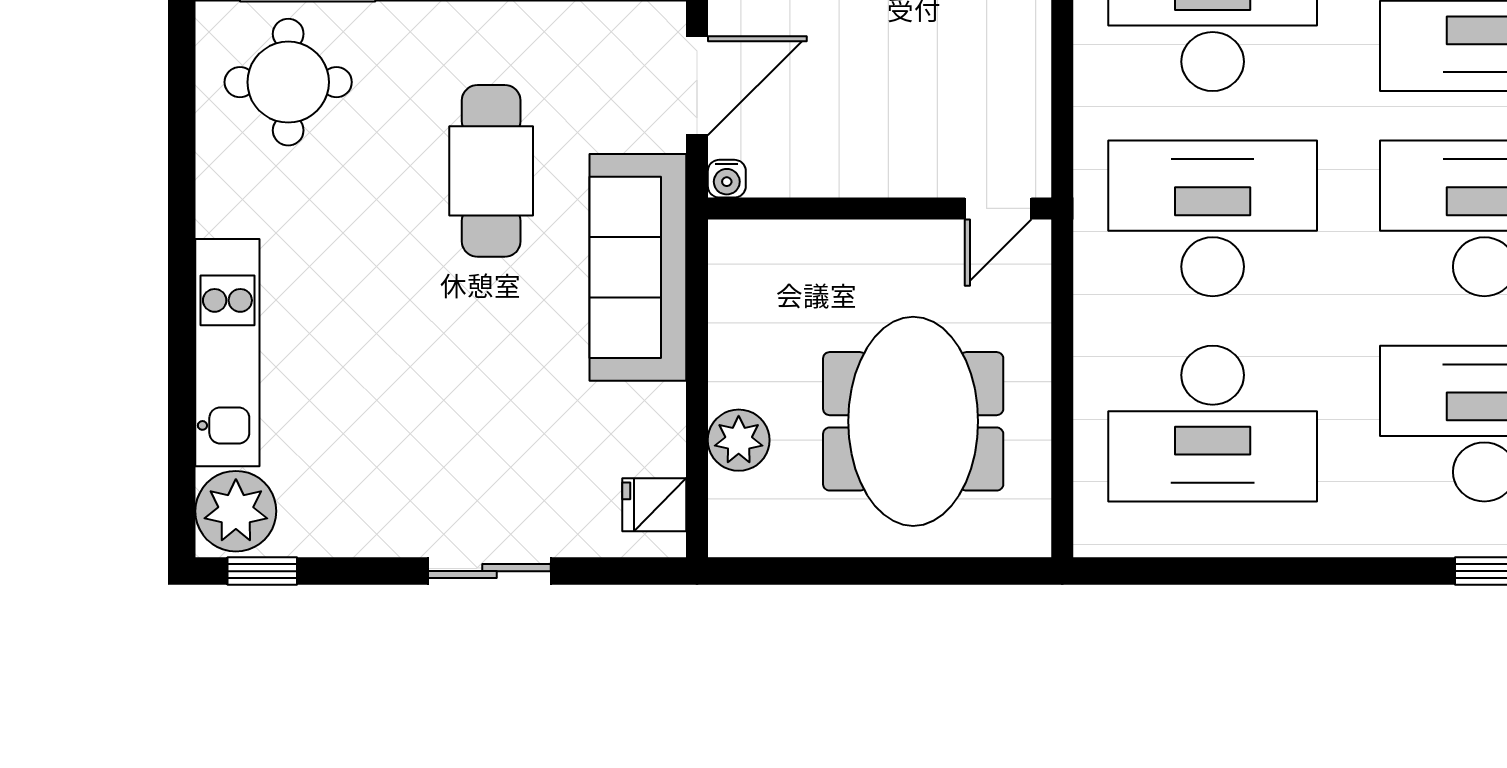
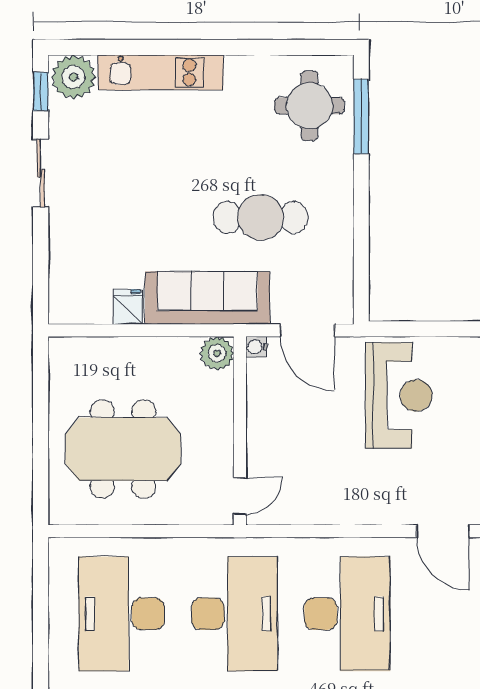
door: (998, 208) -> (240, 496), swing flipped
plant: (739, 440) -> (217, 353), moved
fridge: (654, 505) -> (128, 307), moved
sliding door: (489, 571) -> (41, 173), moved

